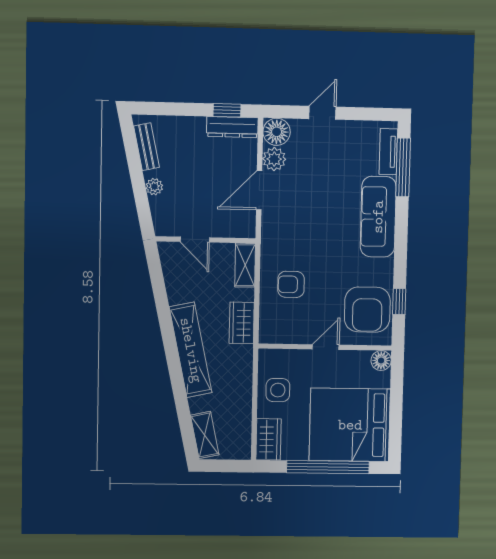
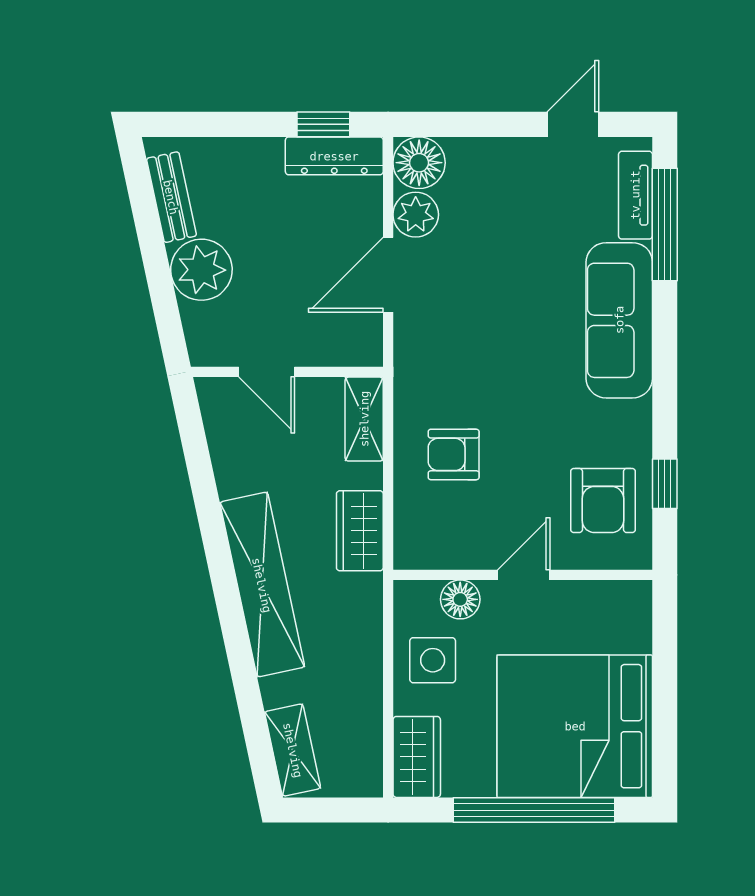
door: (322, 113) -> (573, 124), moved
plant: (154, 187) -> (201, 270), width x1.88, depth x1.88
armchair: (367, 310) -> (603, 500), width x0.73, depth x0.73
floor lamp: (381, 361) -> (460, 599), moved

